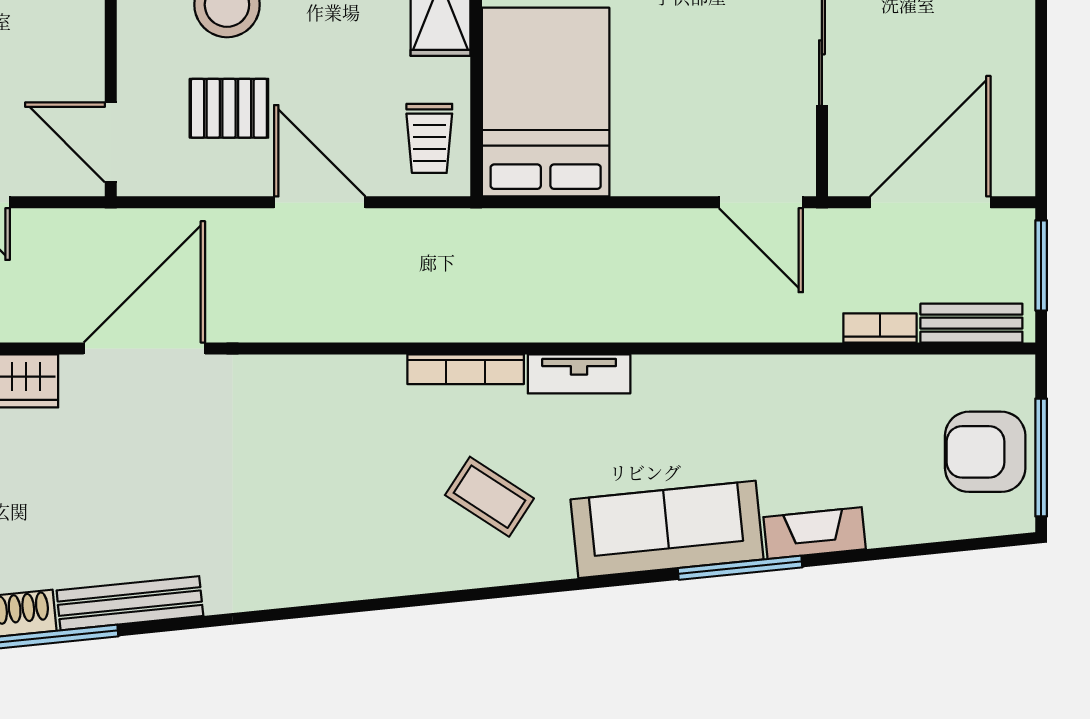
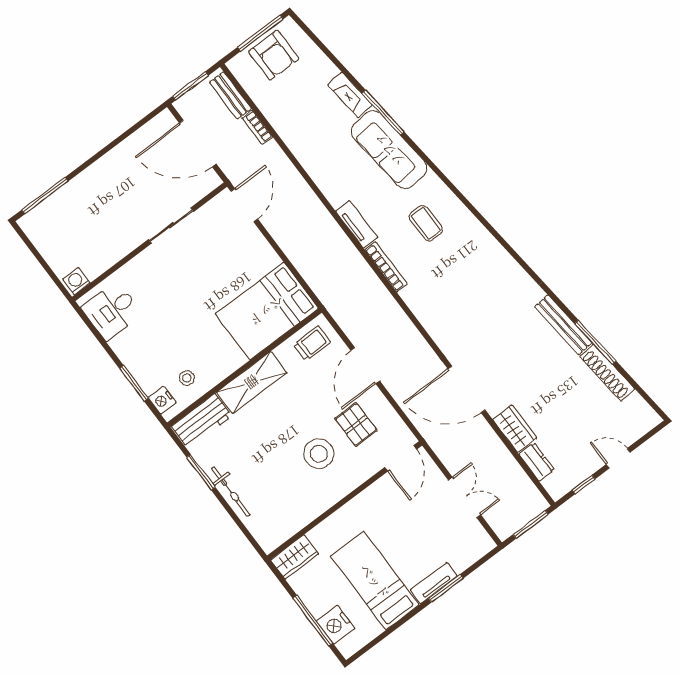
coffee table: (489, 497) -> (426, 223), turned -33

